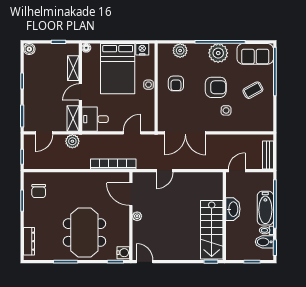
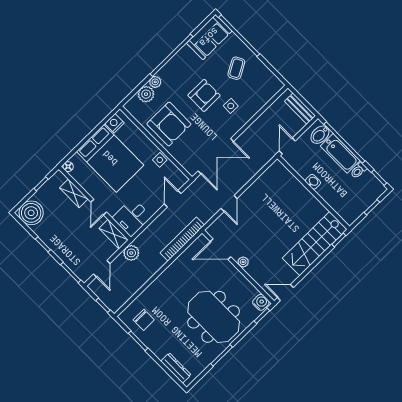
boiler: (29, 49) -> (31, 213), width x1.86, depth x1.86
plant: (218, 53) -> (155, 82), moved, width x0.53, depth x0.53
armchair: (176, 83) -> (169, 124), width x1.88, depth x1.88
side table: (149, 85) -> (160, 160), moved
washbasin: (233, 209) -> (313, 182), width x0.52, depth x0.69
stairs: (212, 230) -> (315, 244), moved, turned 90
bidet: (264, 242) -> (320, 135), moved

